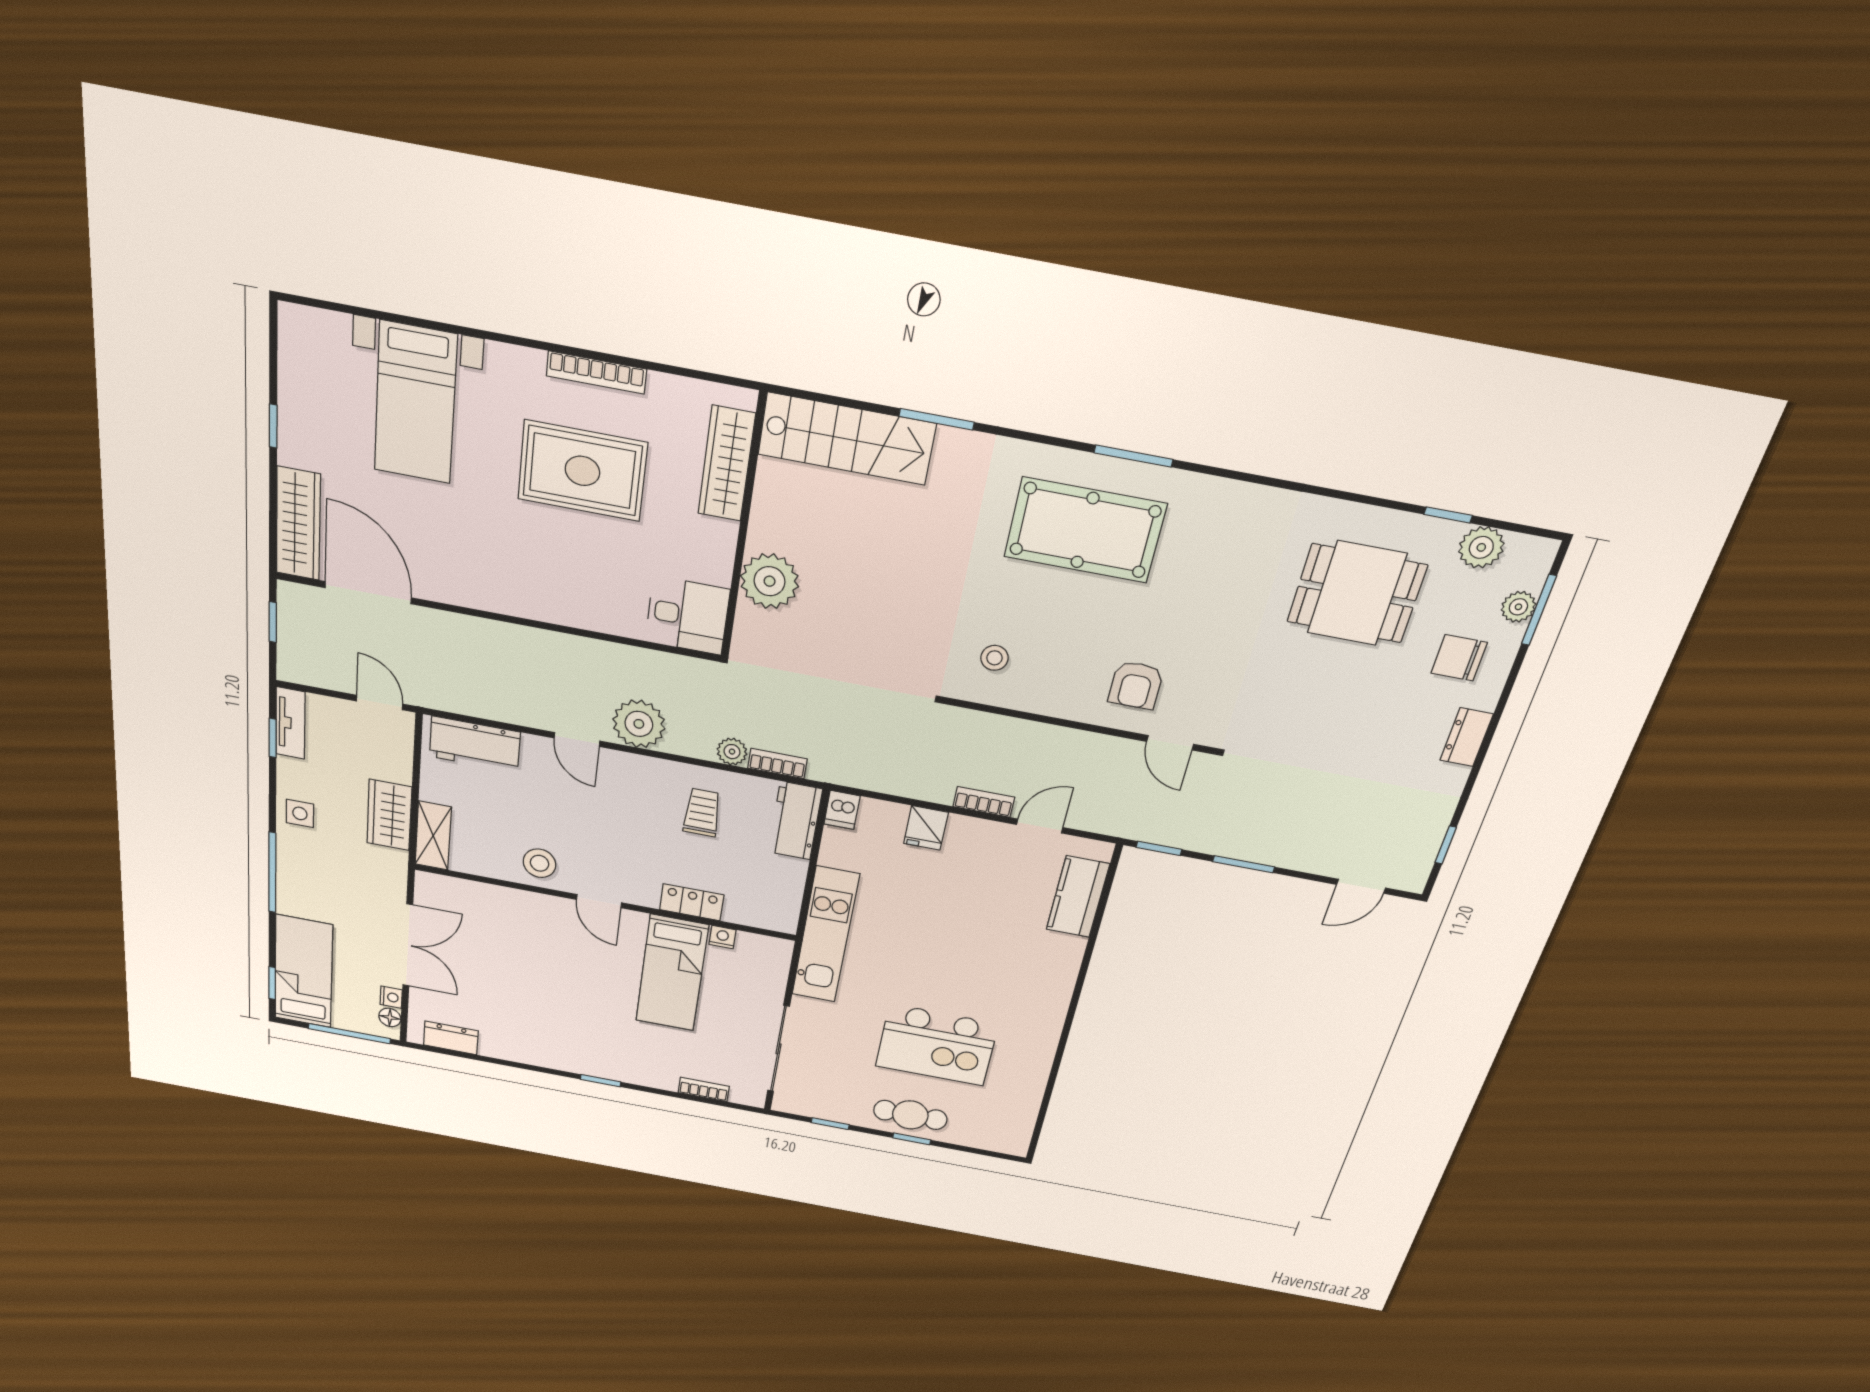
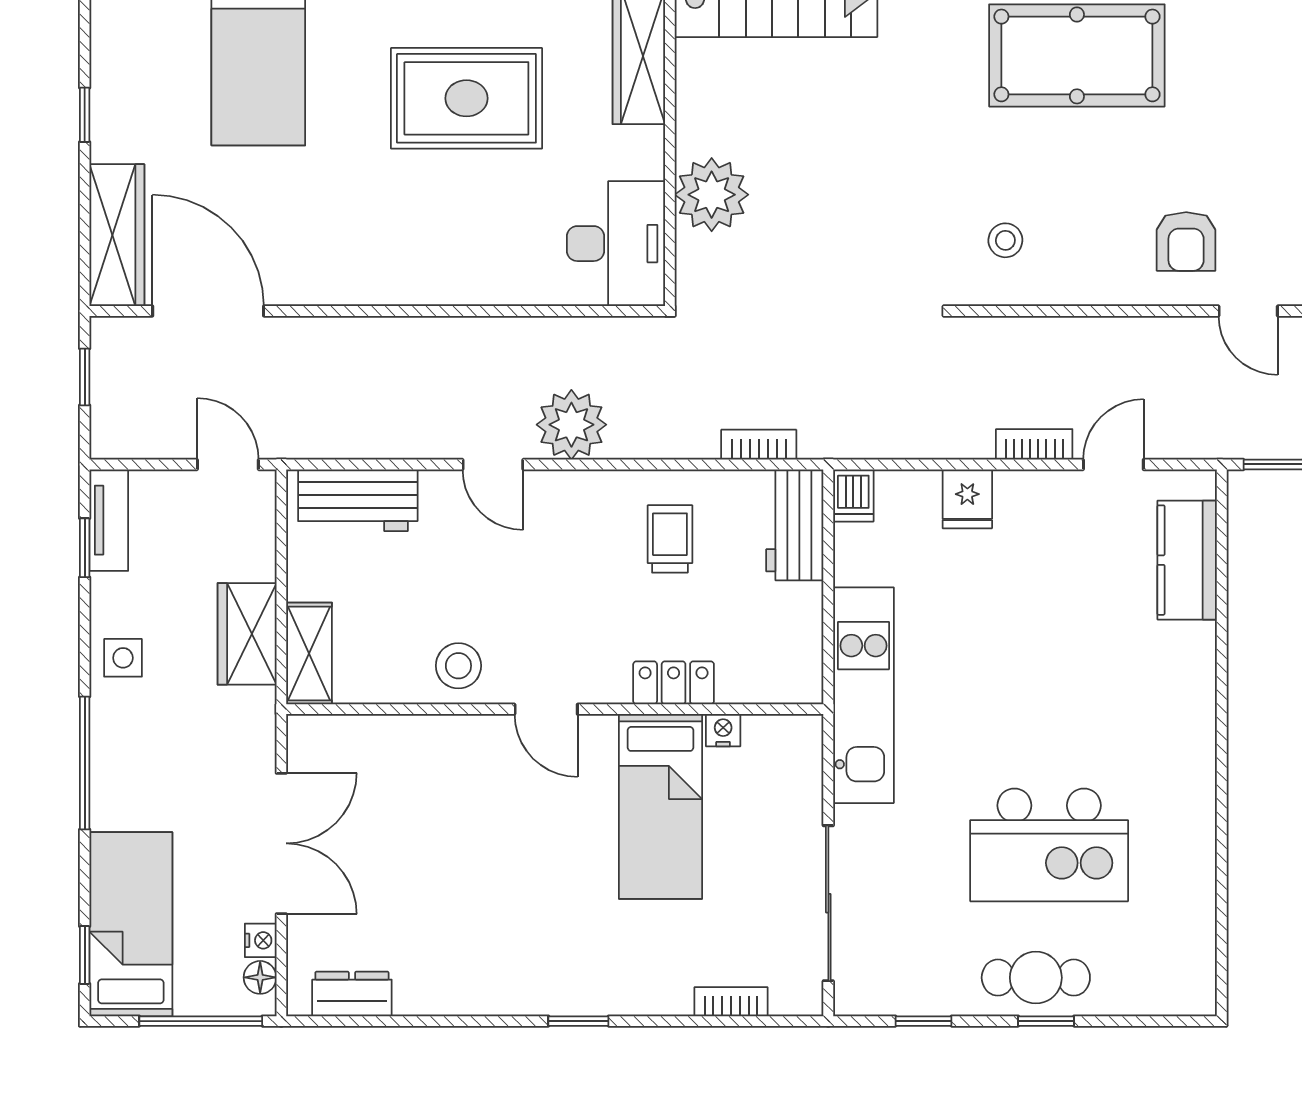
desk: (687, 616) -> (616, 244), width x1.37
plant: (732, 752) -> (697, 440), removed

